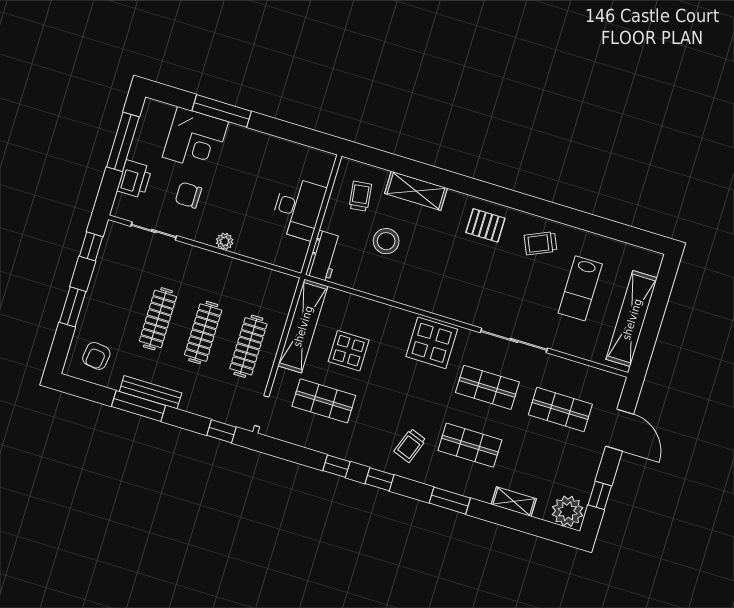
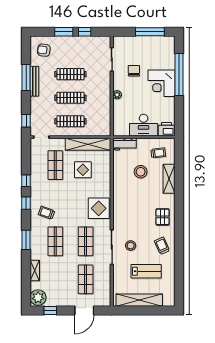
window: (222, 111) -> (179, 74), width x1.46
corner desk: (195, 139) -> (161, 83), moved
printer: (134, 179) -> (167, 129), moved, turned 180
window: (91, 246) -> (85, 32), moved
lab bench: (580, 288) -> (146, 271), turned 180
stool: (522, 303) -> (131, 246), added

